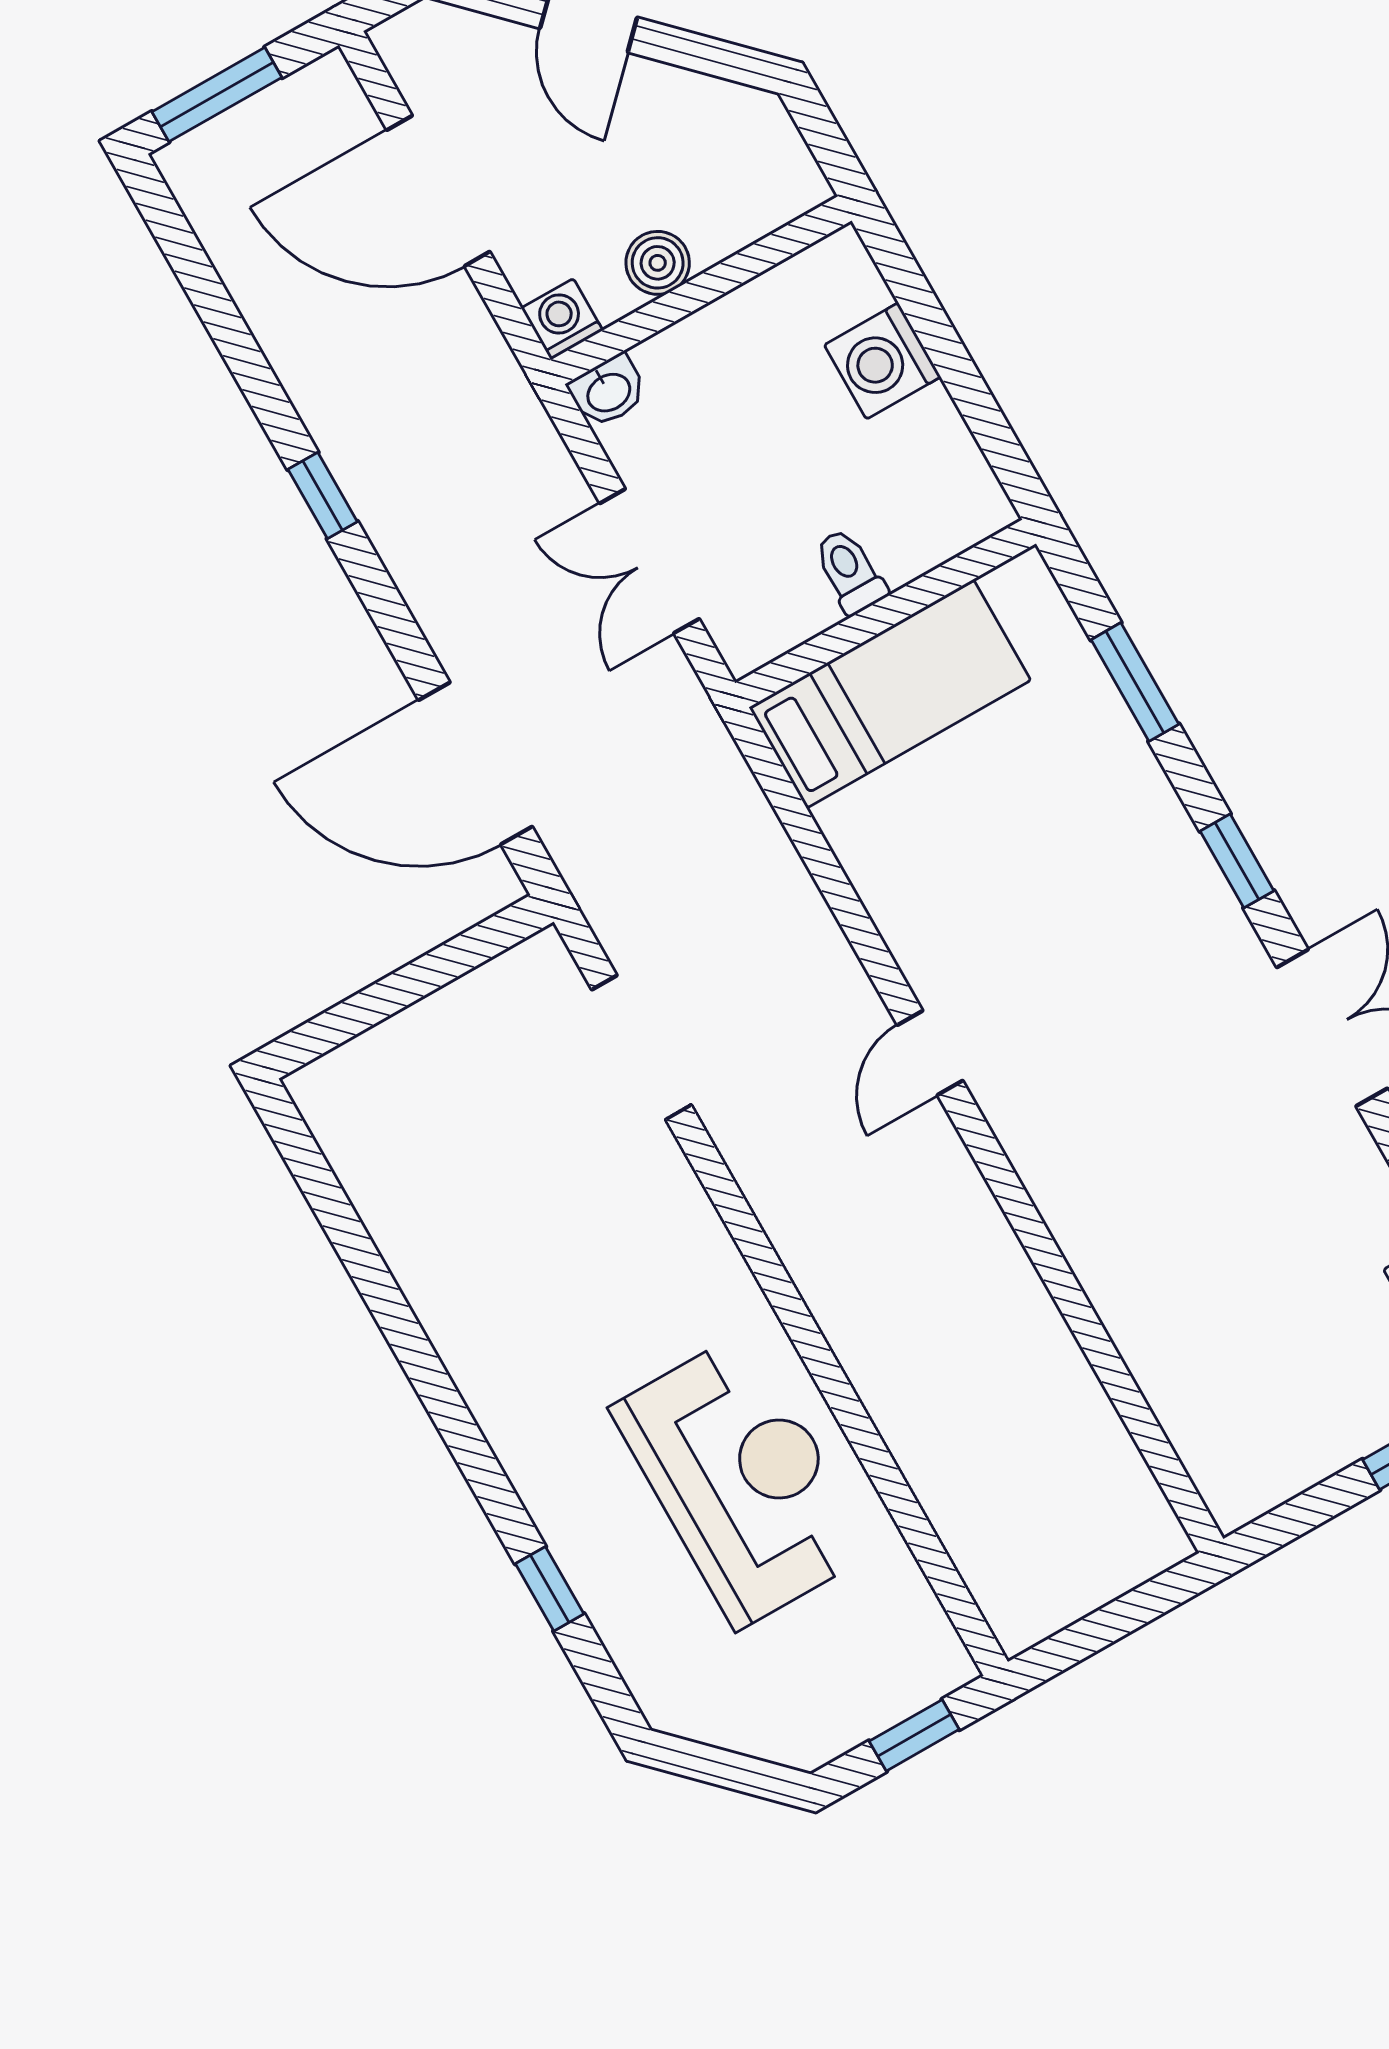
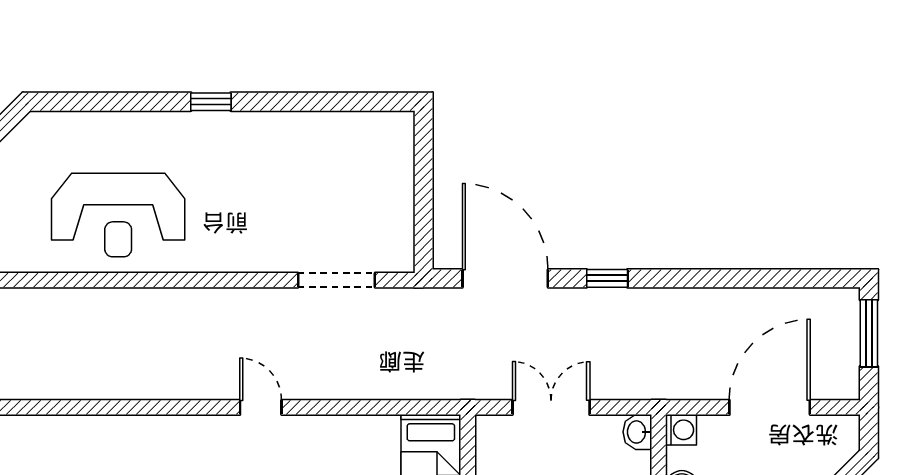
window: (323, 495) -> (607, 278), moved
door: (475, 763) -> (505, 278), hinge flipped
window: (550, 1589) -> (211, 102), moved

